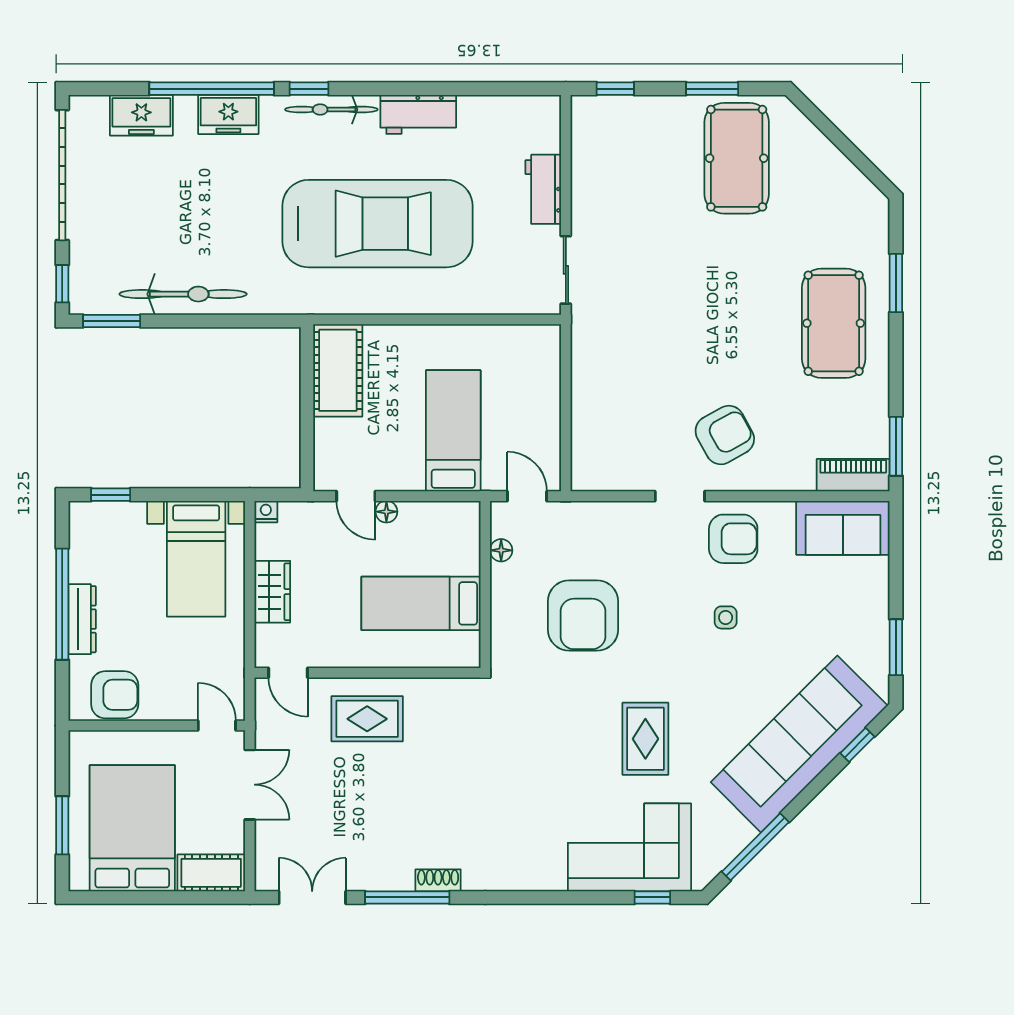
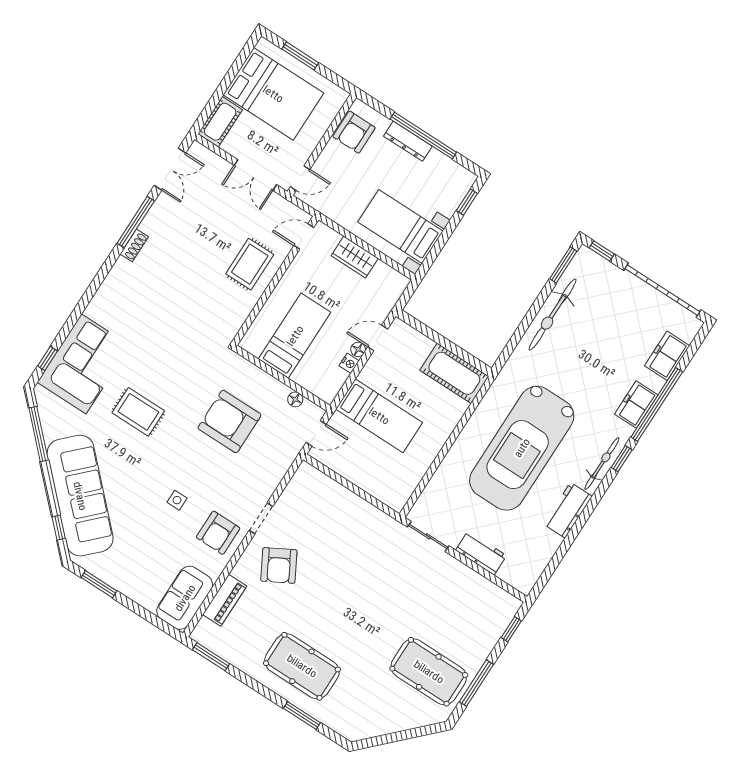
window: (712, 89) -> (476, 683), width x1.44
piano: (853, 475) -> (225, 600), moved
nightstand: (266, 512) -> (349, 363), moved

